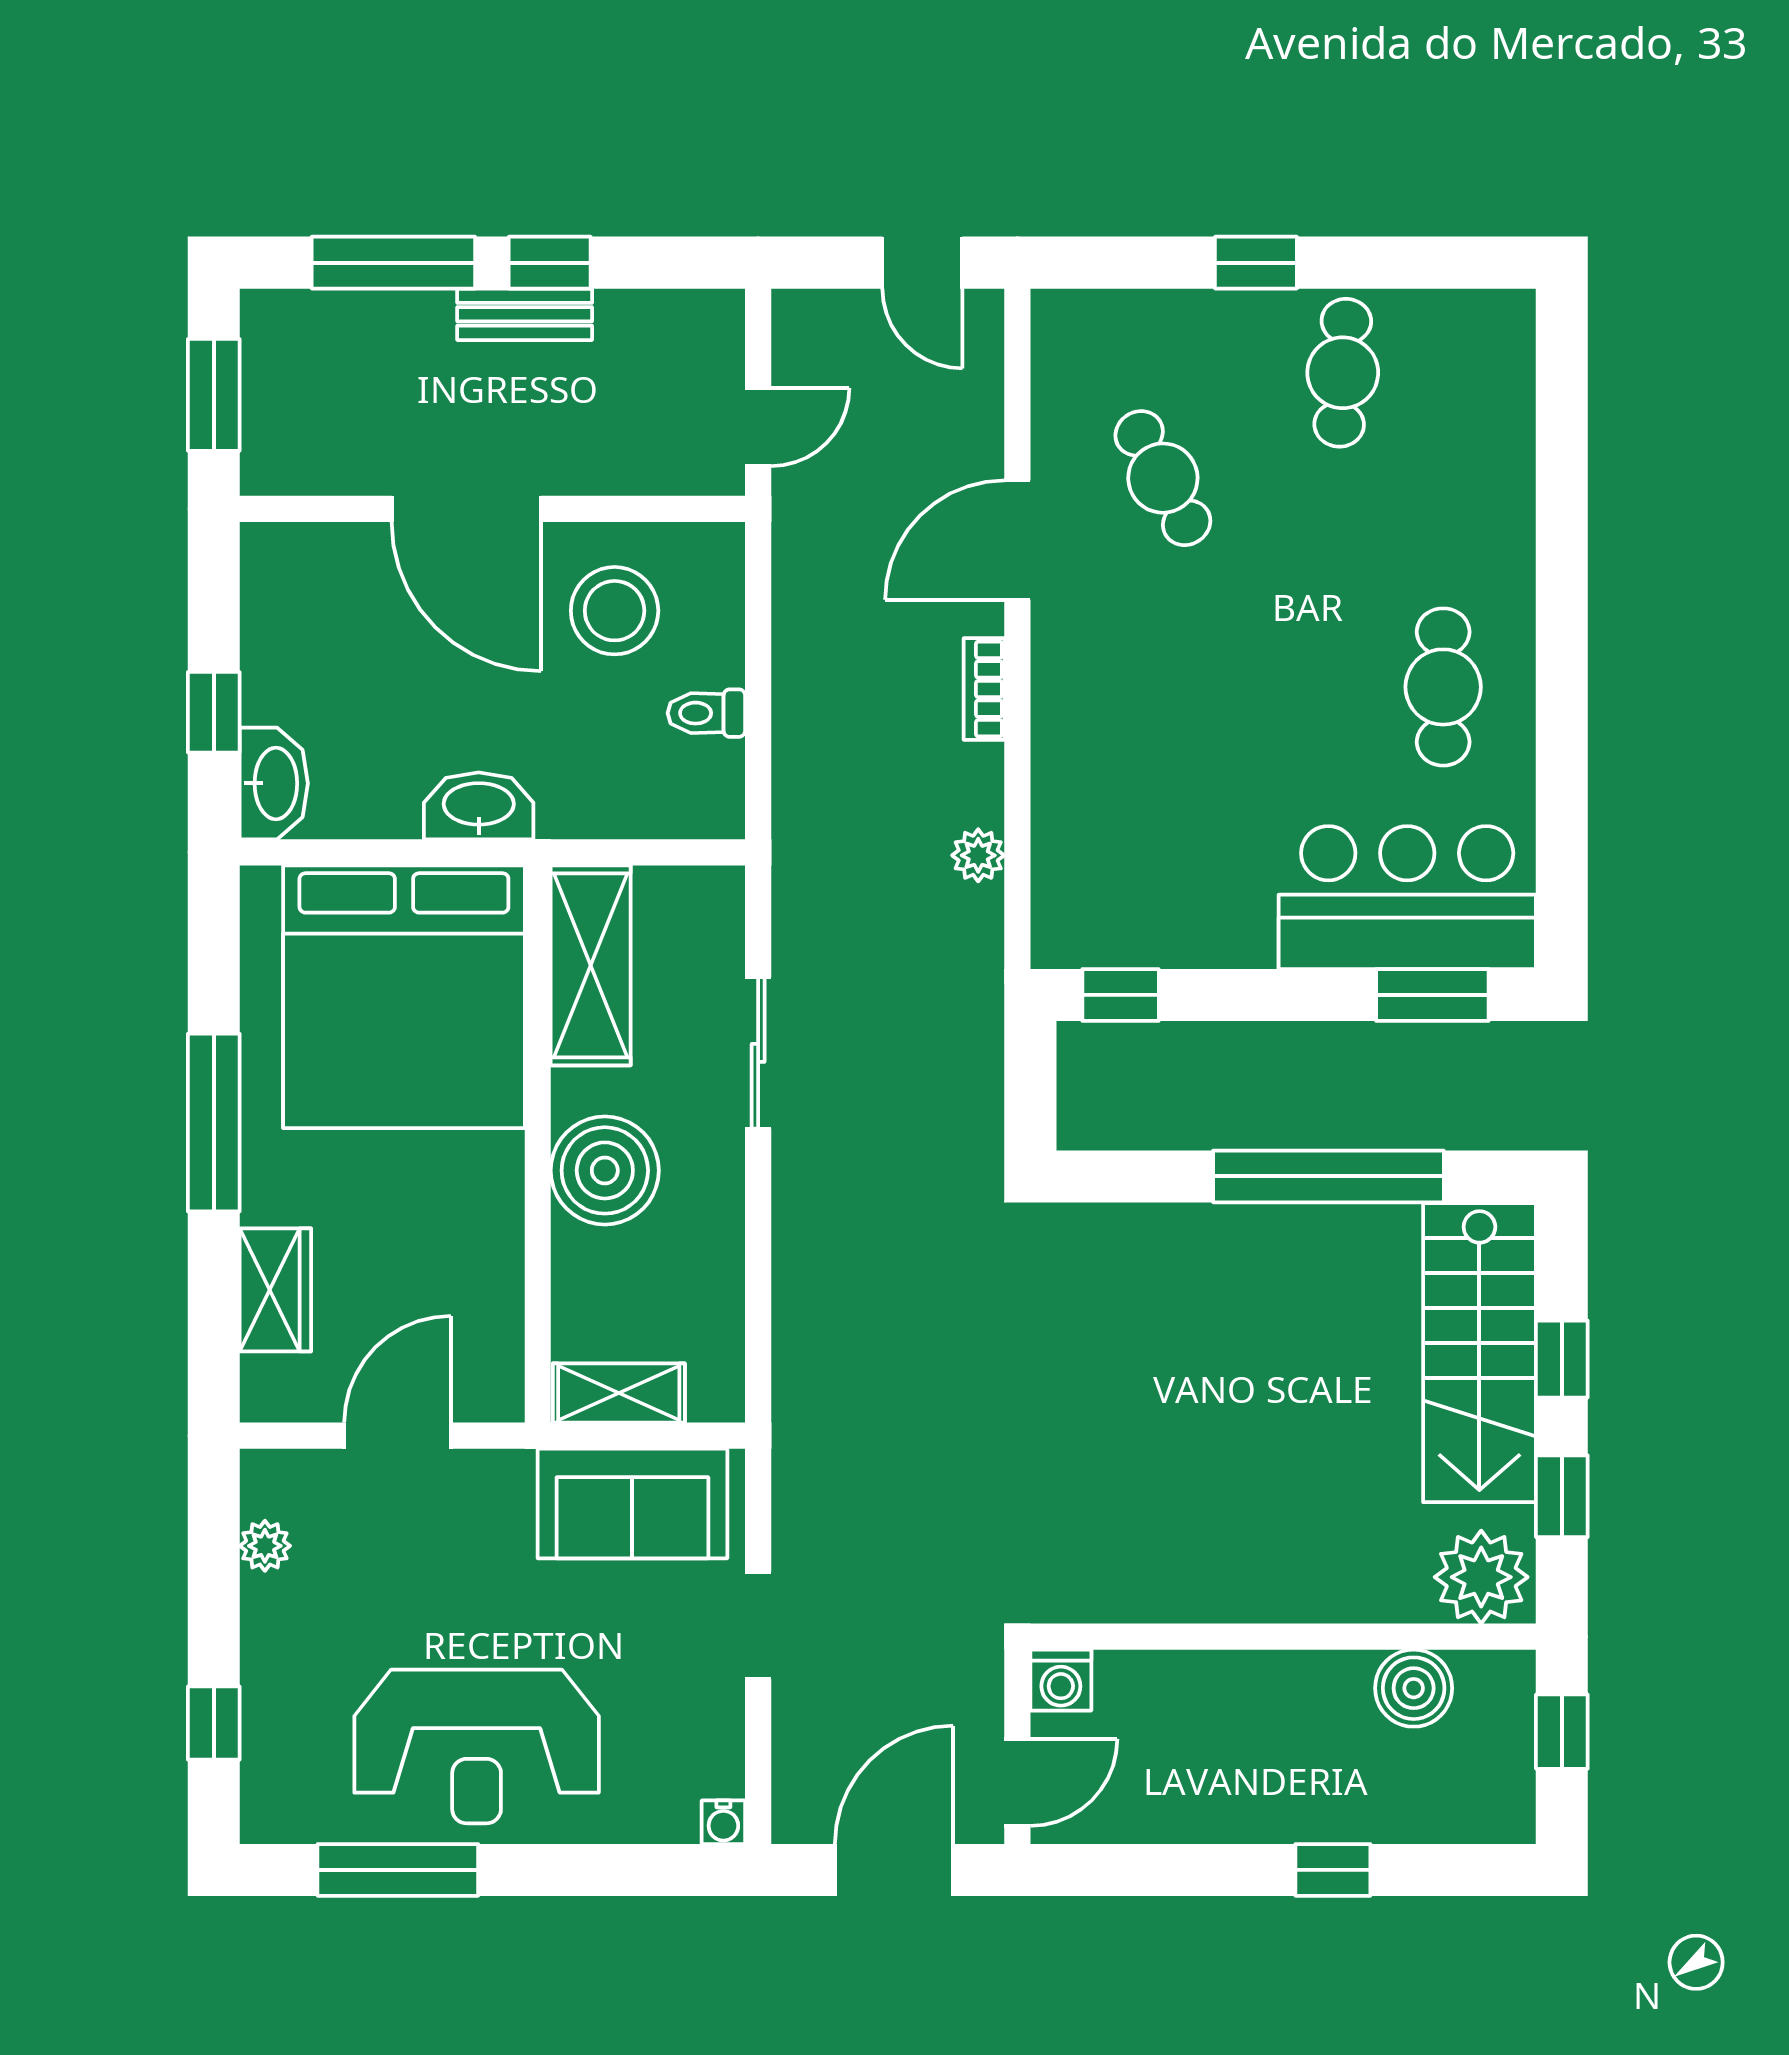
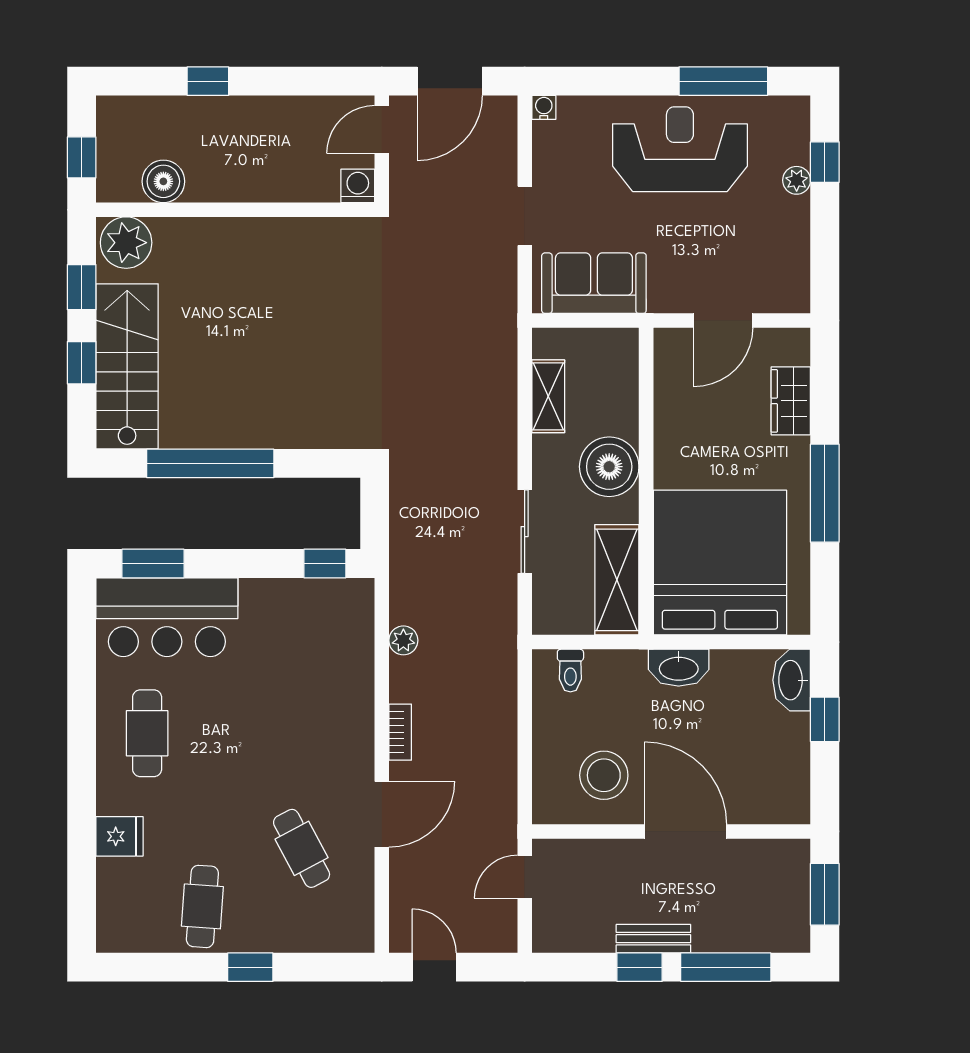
fridge: (1493, 500) -> (120, 836), added
toilet: (706, 713) -> (570, 671), moved, turned 90
shelving: (619, 1393) -> (548, 396), moved, turned 90
plant: (265, 1546) -> (797, 180), moved

